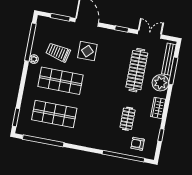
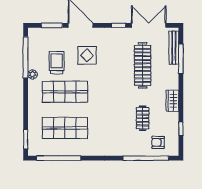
double door: (149, 34) -> (149, 25), width x1.37
trolley: (58, 52) -> (57, 62), turned 78
plant: (160, 83) -> (170, 74), removed

